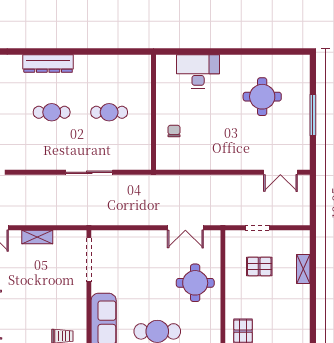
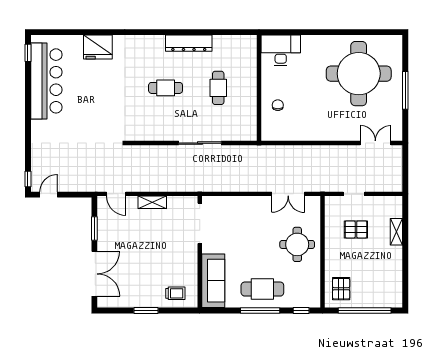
dresser: (48, 63) -> (189, 43), moved
desk: (198, 71) -> (281, 50), moved
round table: (262, 97) -> (359, 74), width x1.86, depth x1.86
cafe table: (109, 112) -> (218, 88), turned 90
double door: (280, 172) -> (375, 143), swing flipped

